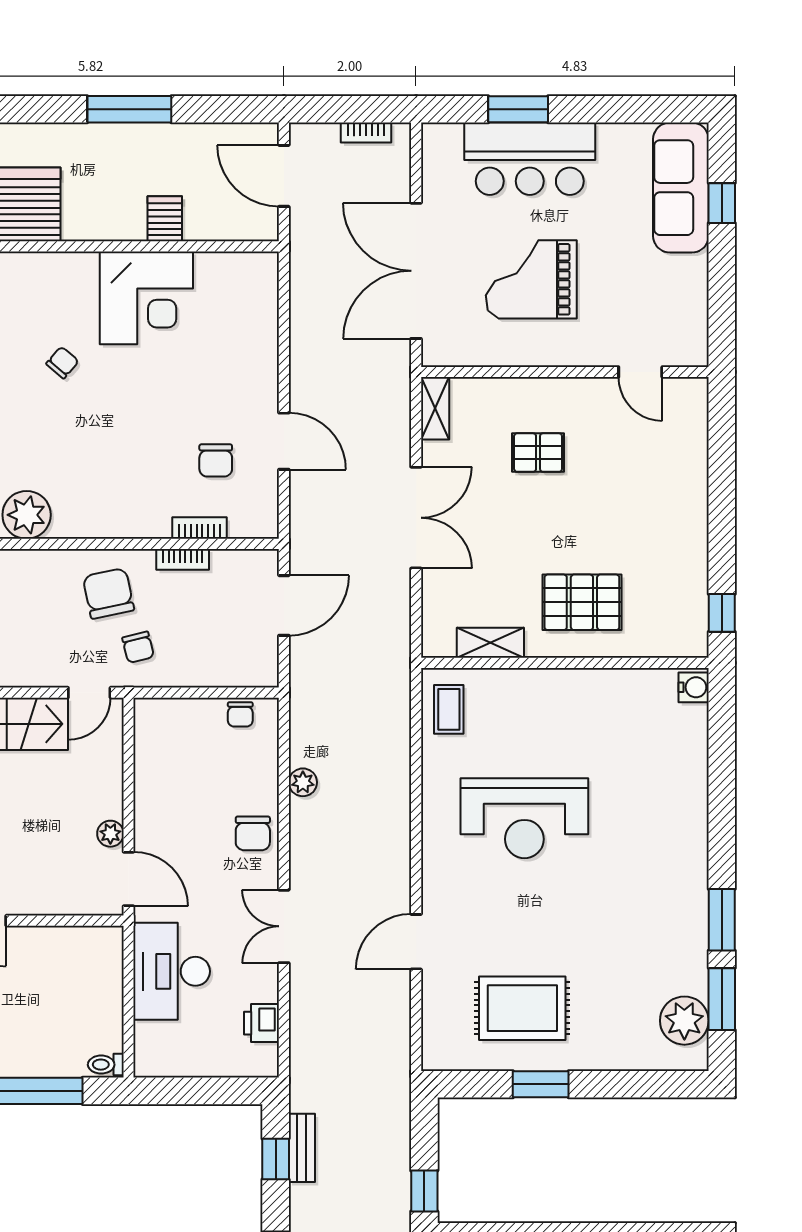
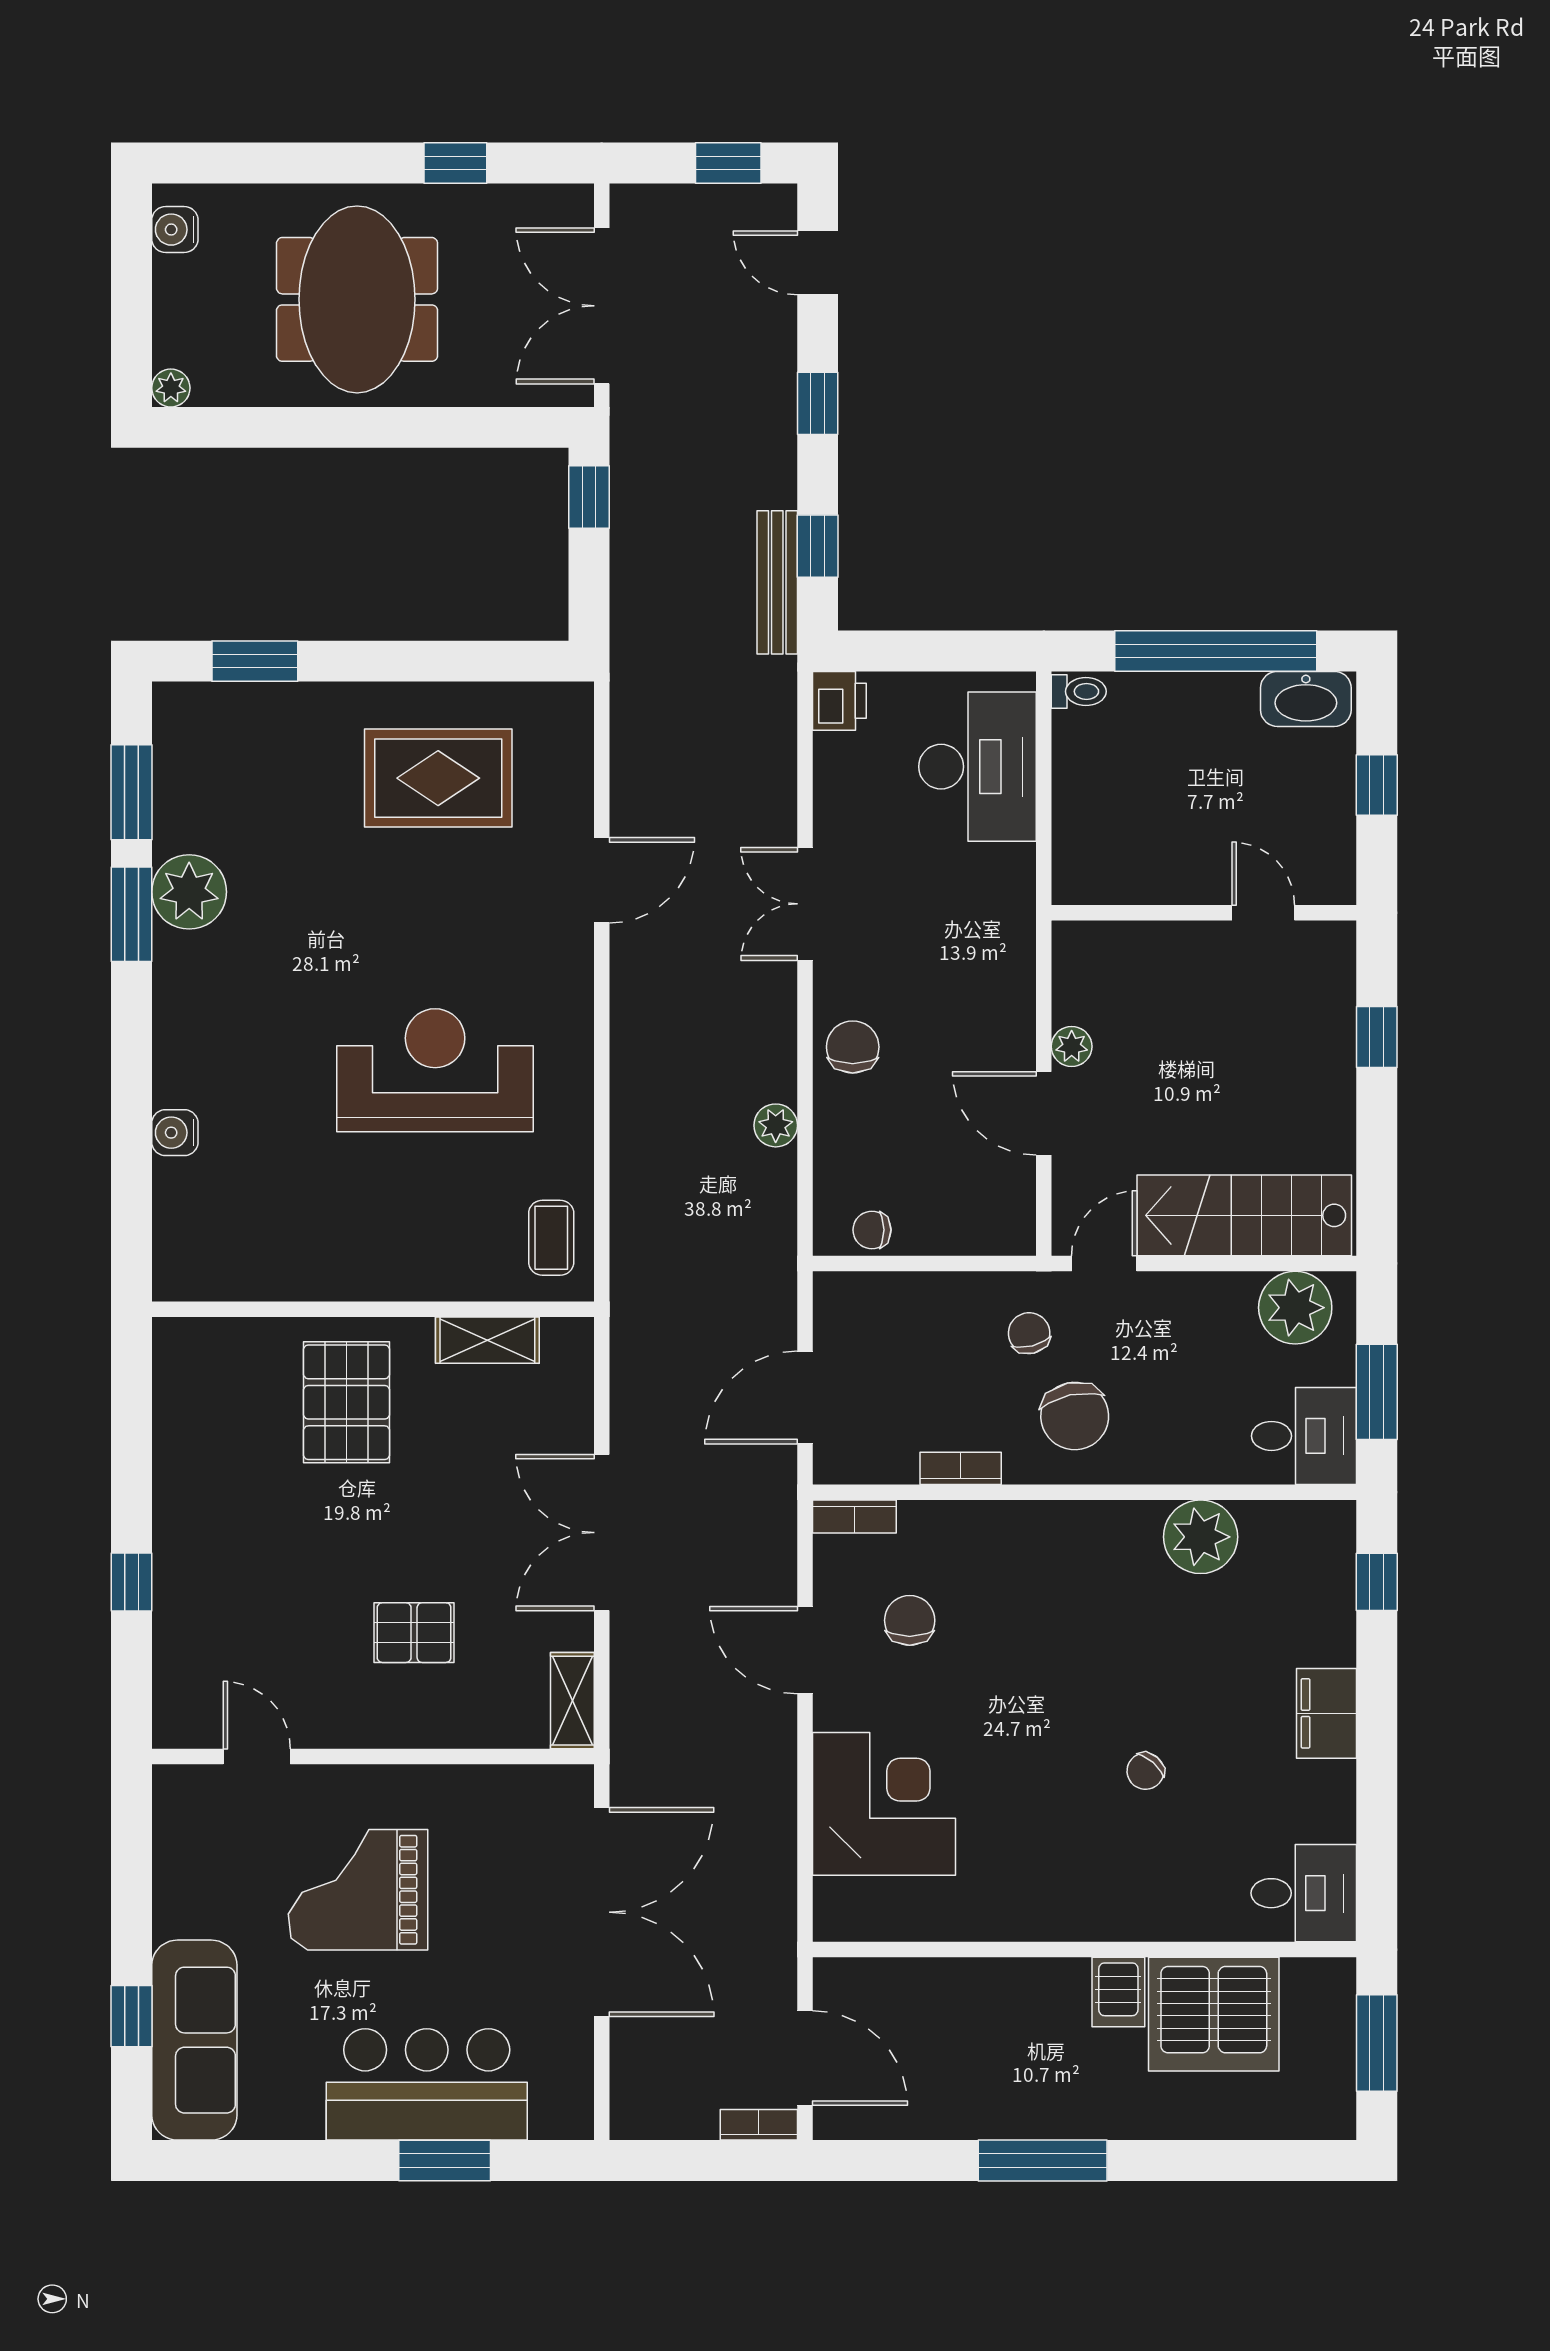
bookcase: (366, 132) -> (759, 2125), moved
server rack: (165, 219) -> (1118, 1992), moved
grand piano: (531, 279) -> (358, 1890), moved, turned 180
corner desk: (146, 298) -> (884, 1804), moved, turned 90
bookcase: (199, 528) -> (854, 1516), moved
pallet: (582, 602) -> (347, 1402), turned 90
window: (722, 613) -> (131, 1582), moved
water cooler: (694, 687) -> (175, 1133), moved
chair: (240, 714) -> (872, 1230), turned -90
door: (129, 879) -> (1044, 1113), moved
double door: (284, 926) -> (805, 904), swing flipped
desk: (172, 971) -> (977, 767), moved
plant: (684, 1021) -> (189, 892), moved
printer: (261, 1023) -> (839, 701), moved
window: (541, 1084) -> (255, 661), moved
bench: (302, 1148) -> (777, 582), width x1.36

